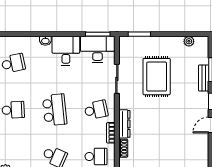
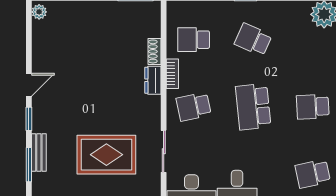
rug: (157, 77) -> (106, 155), turned 90
dresser: (124, 124) -> (153, 80), width x0.70

